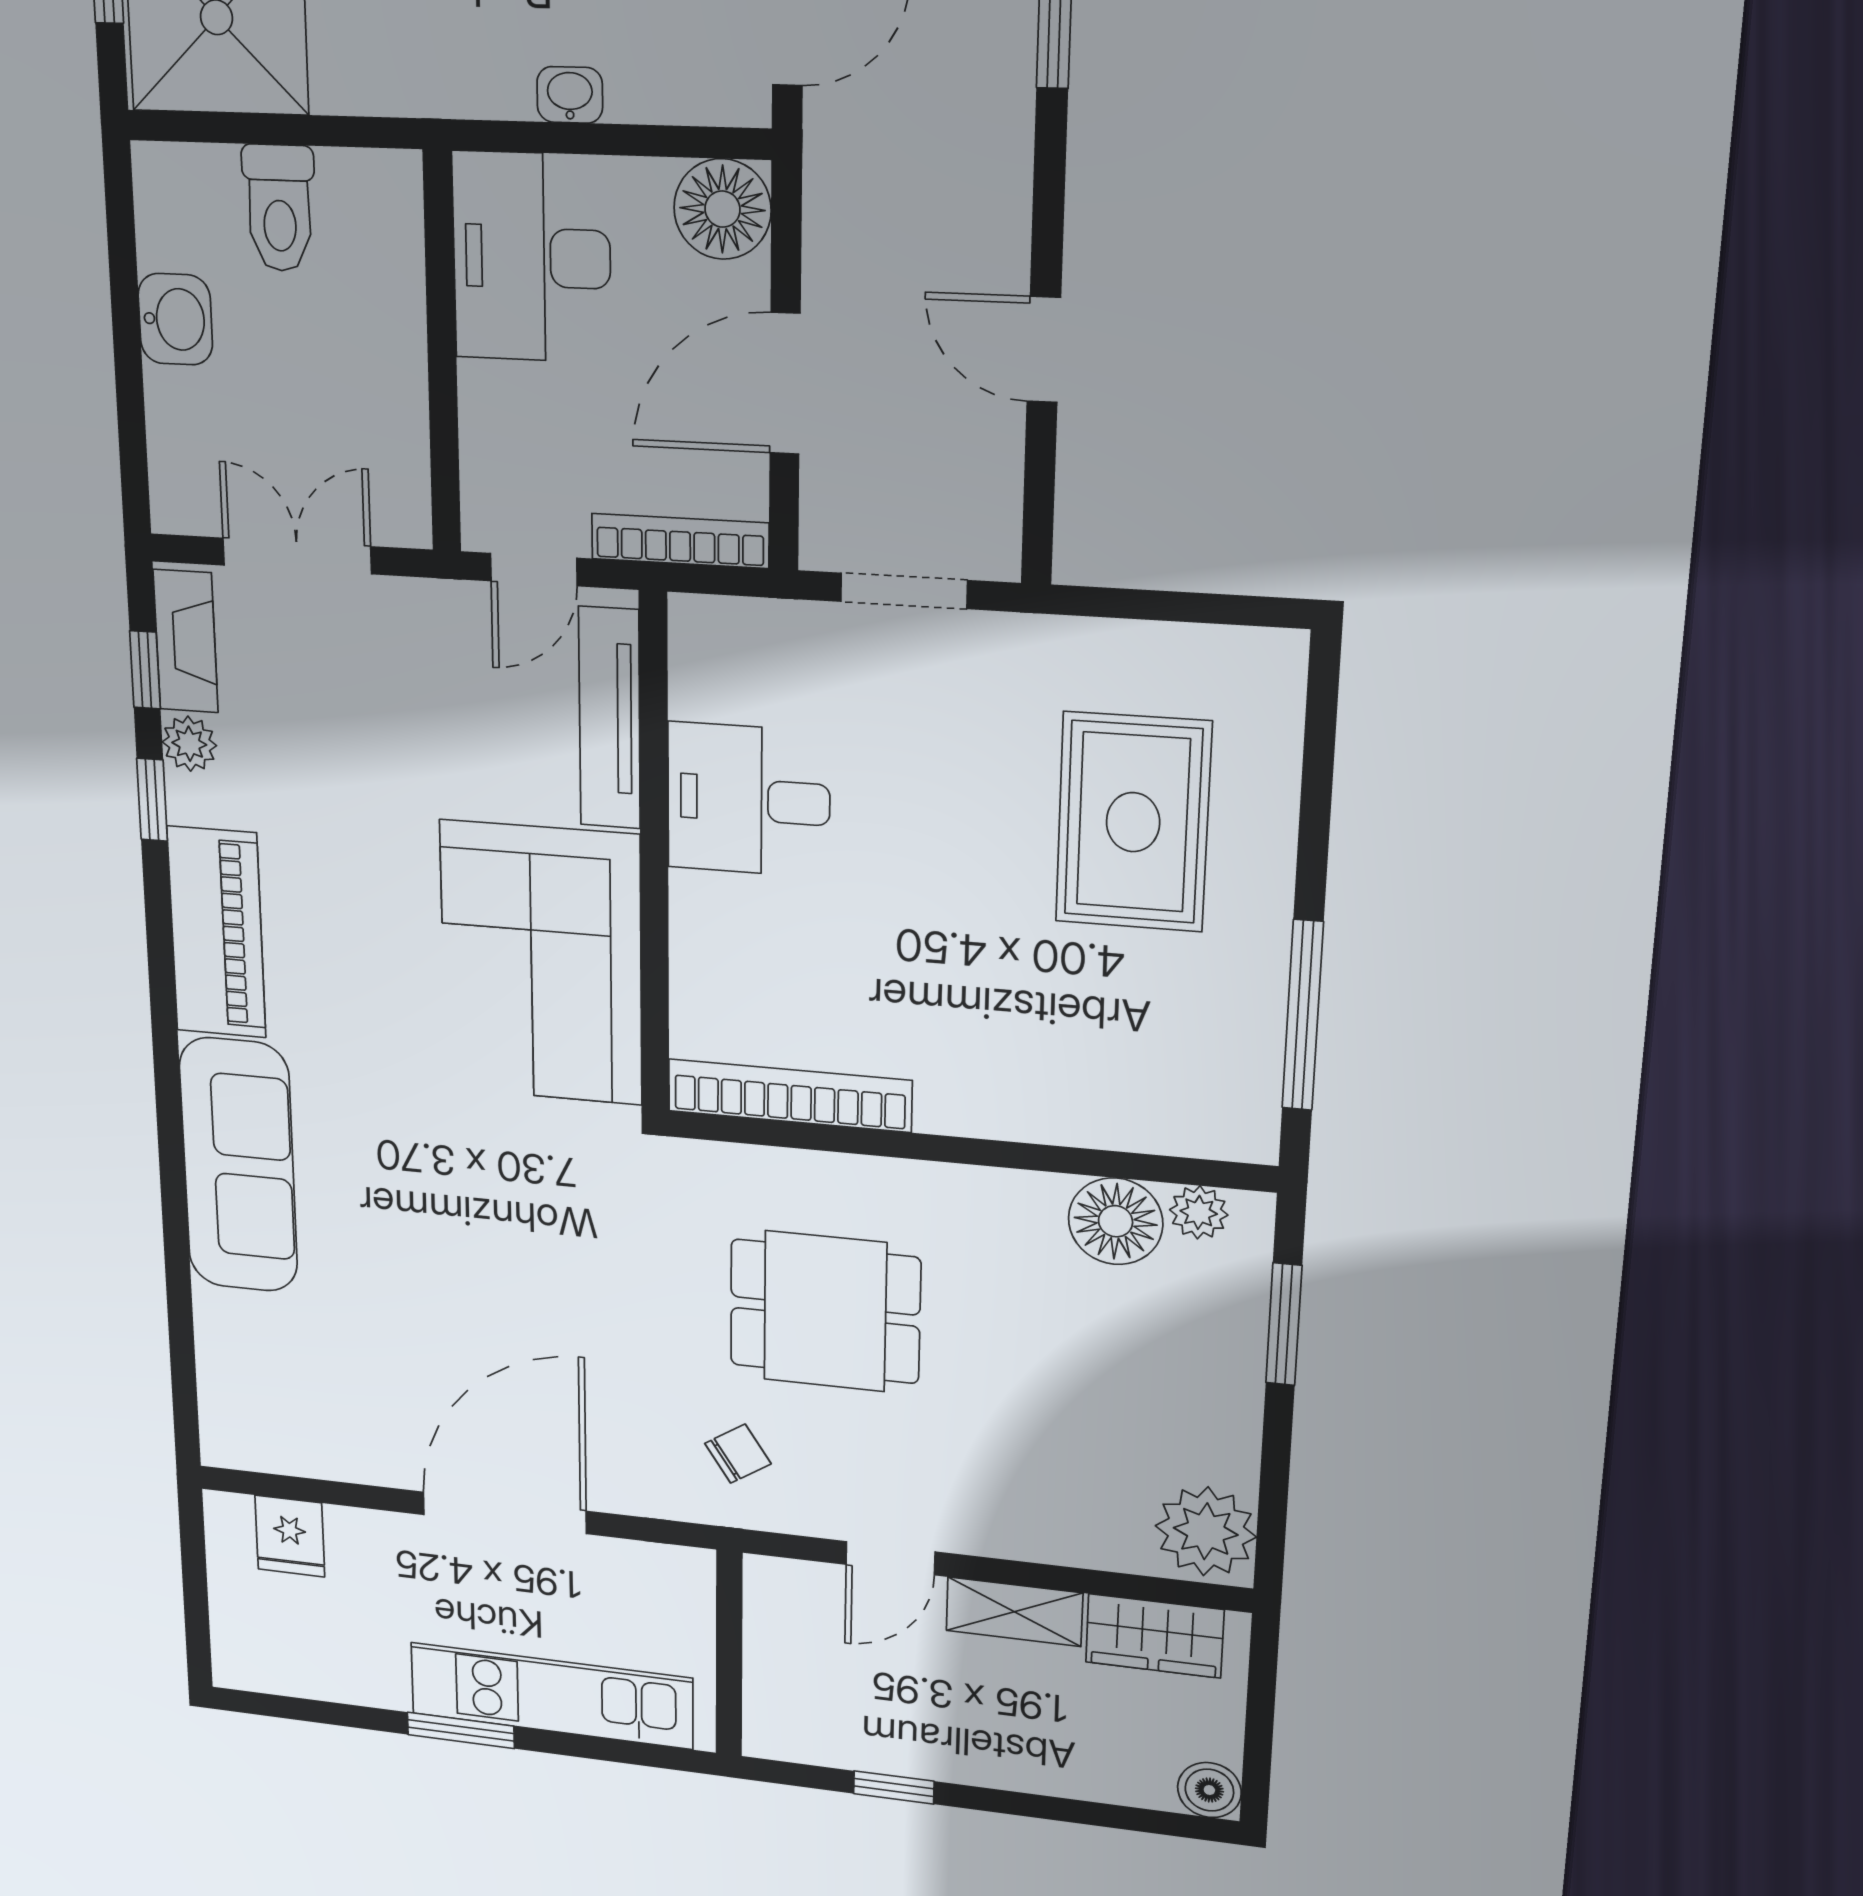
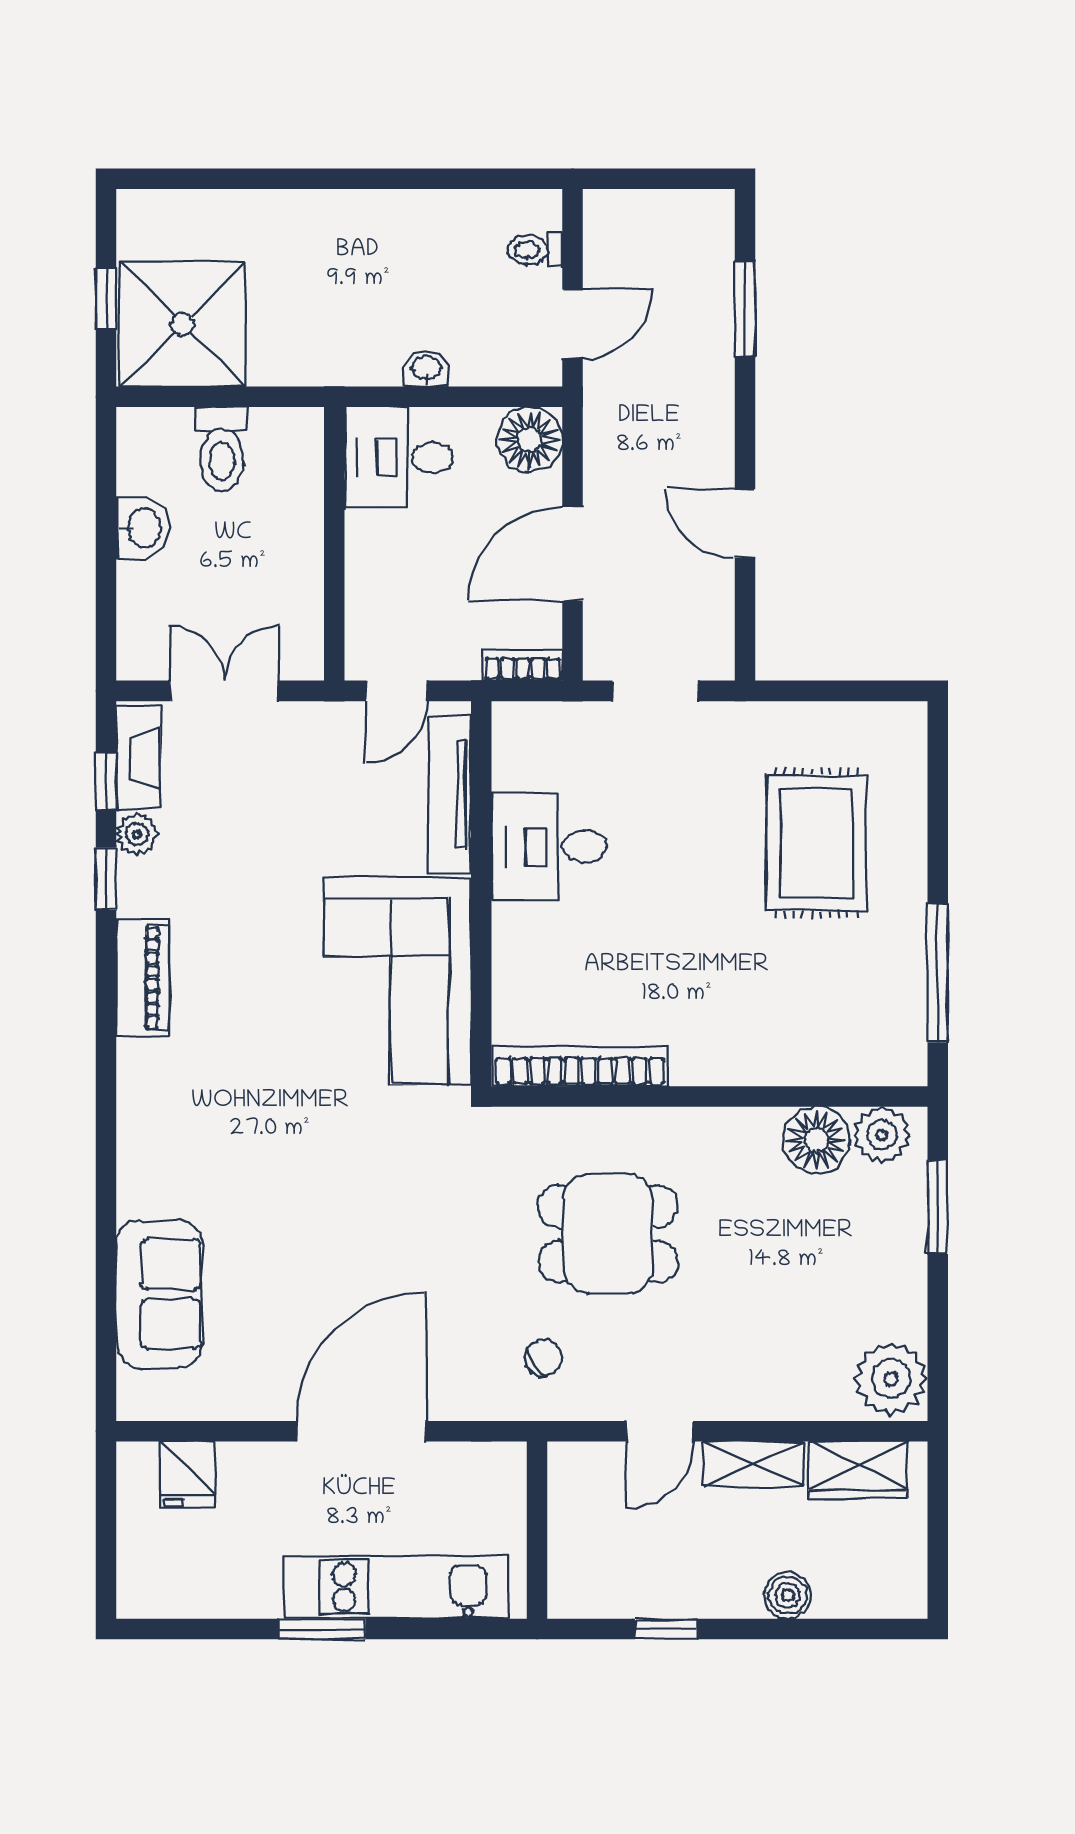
desk: (532, 257) -> (399, 457), width x0.73
bookcase: (680, 541) -> (523, 665), width x0.64
piano: (217, 932) -> (142, 978), width x0.73, depth x0.75
sofa: (239, 1165) -> (159, 1294), moved, width x0.73
plant: (1199, 1212) -> (882, 1135), width x1.38, depth x1.38
boiler: (1209, 1790) -> (788, 1595), moved

